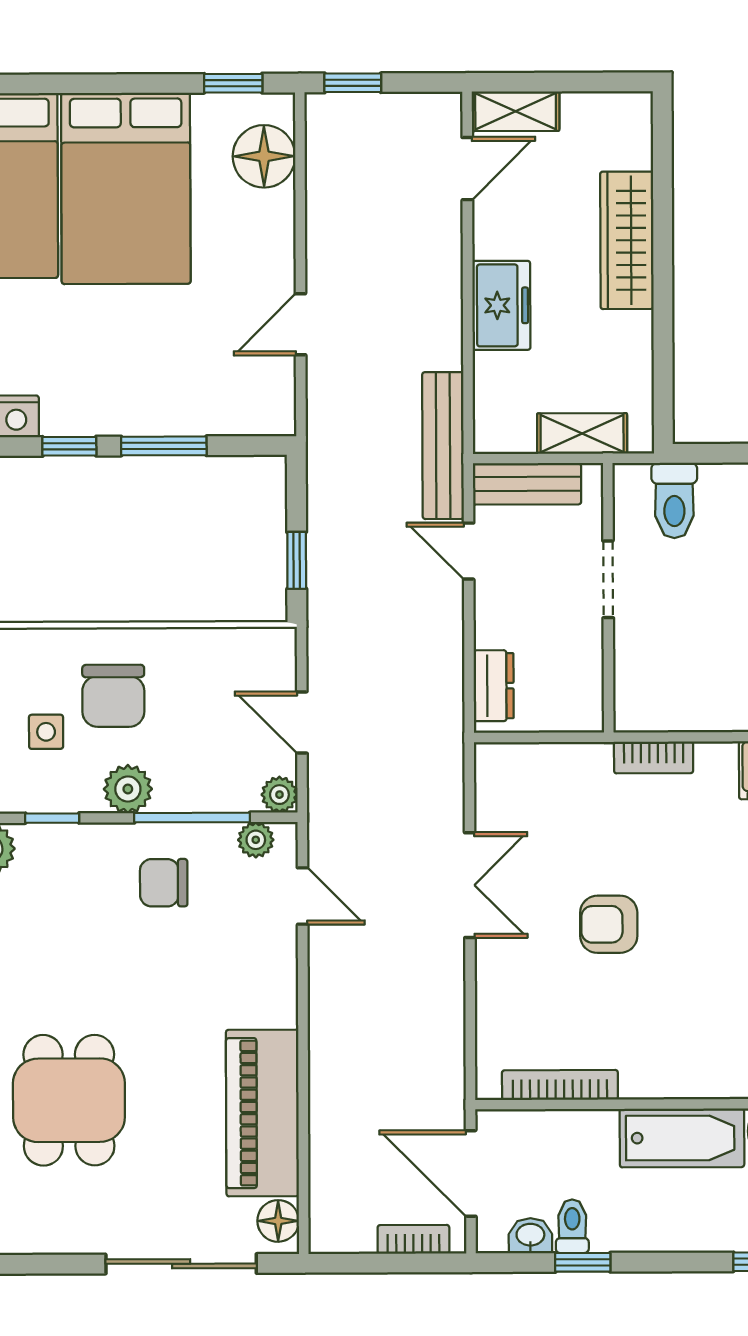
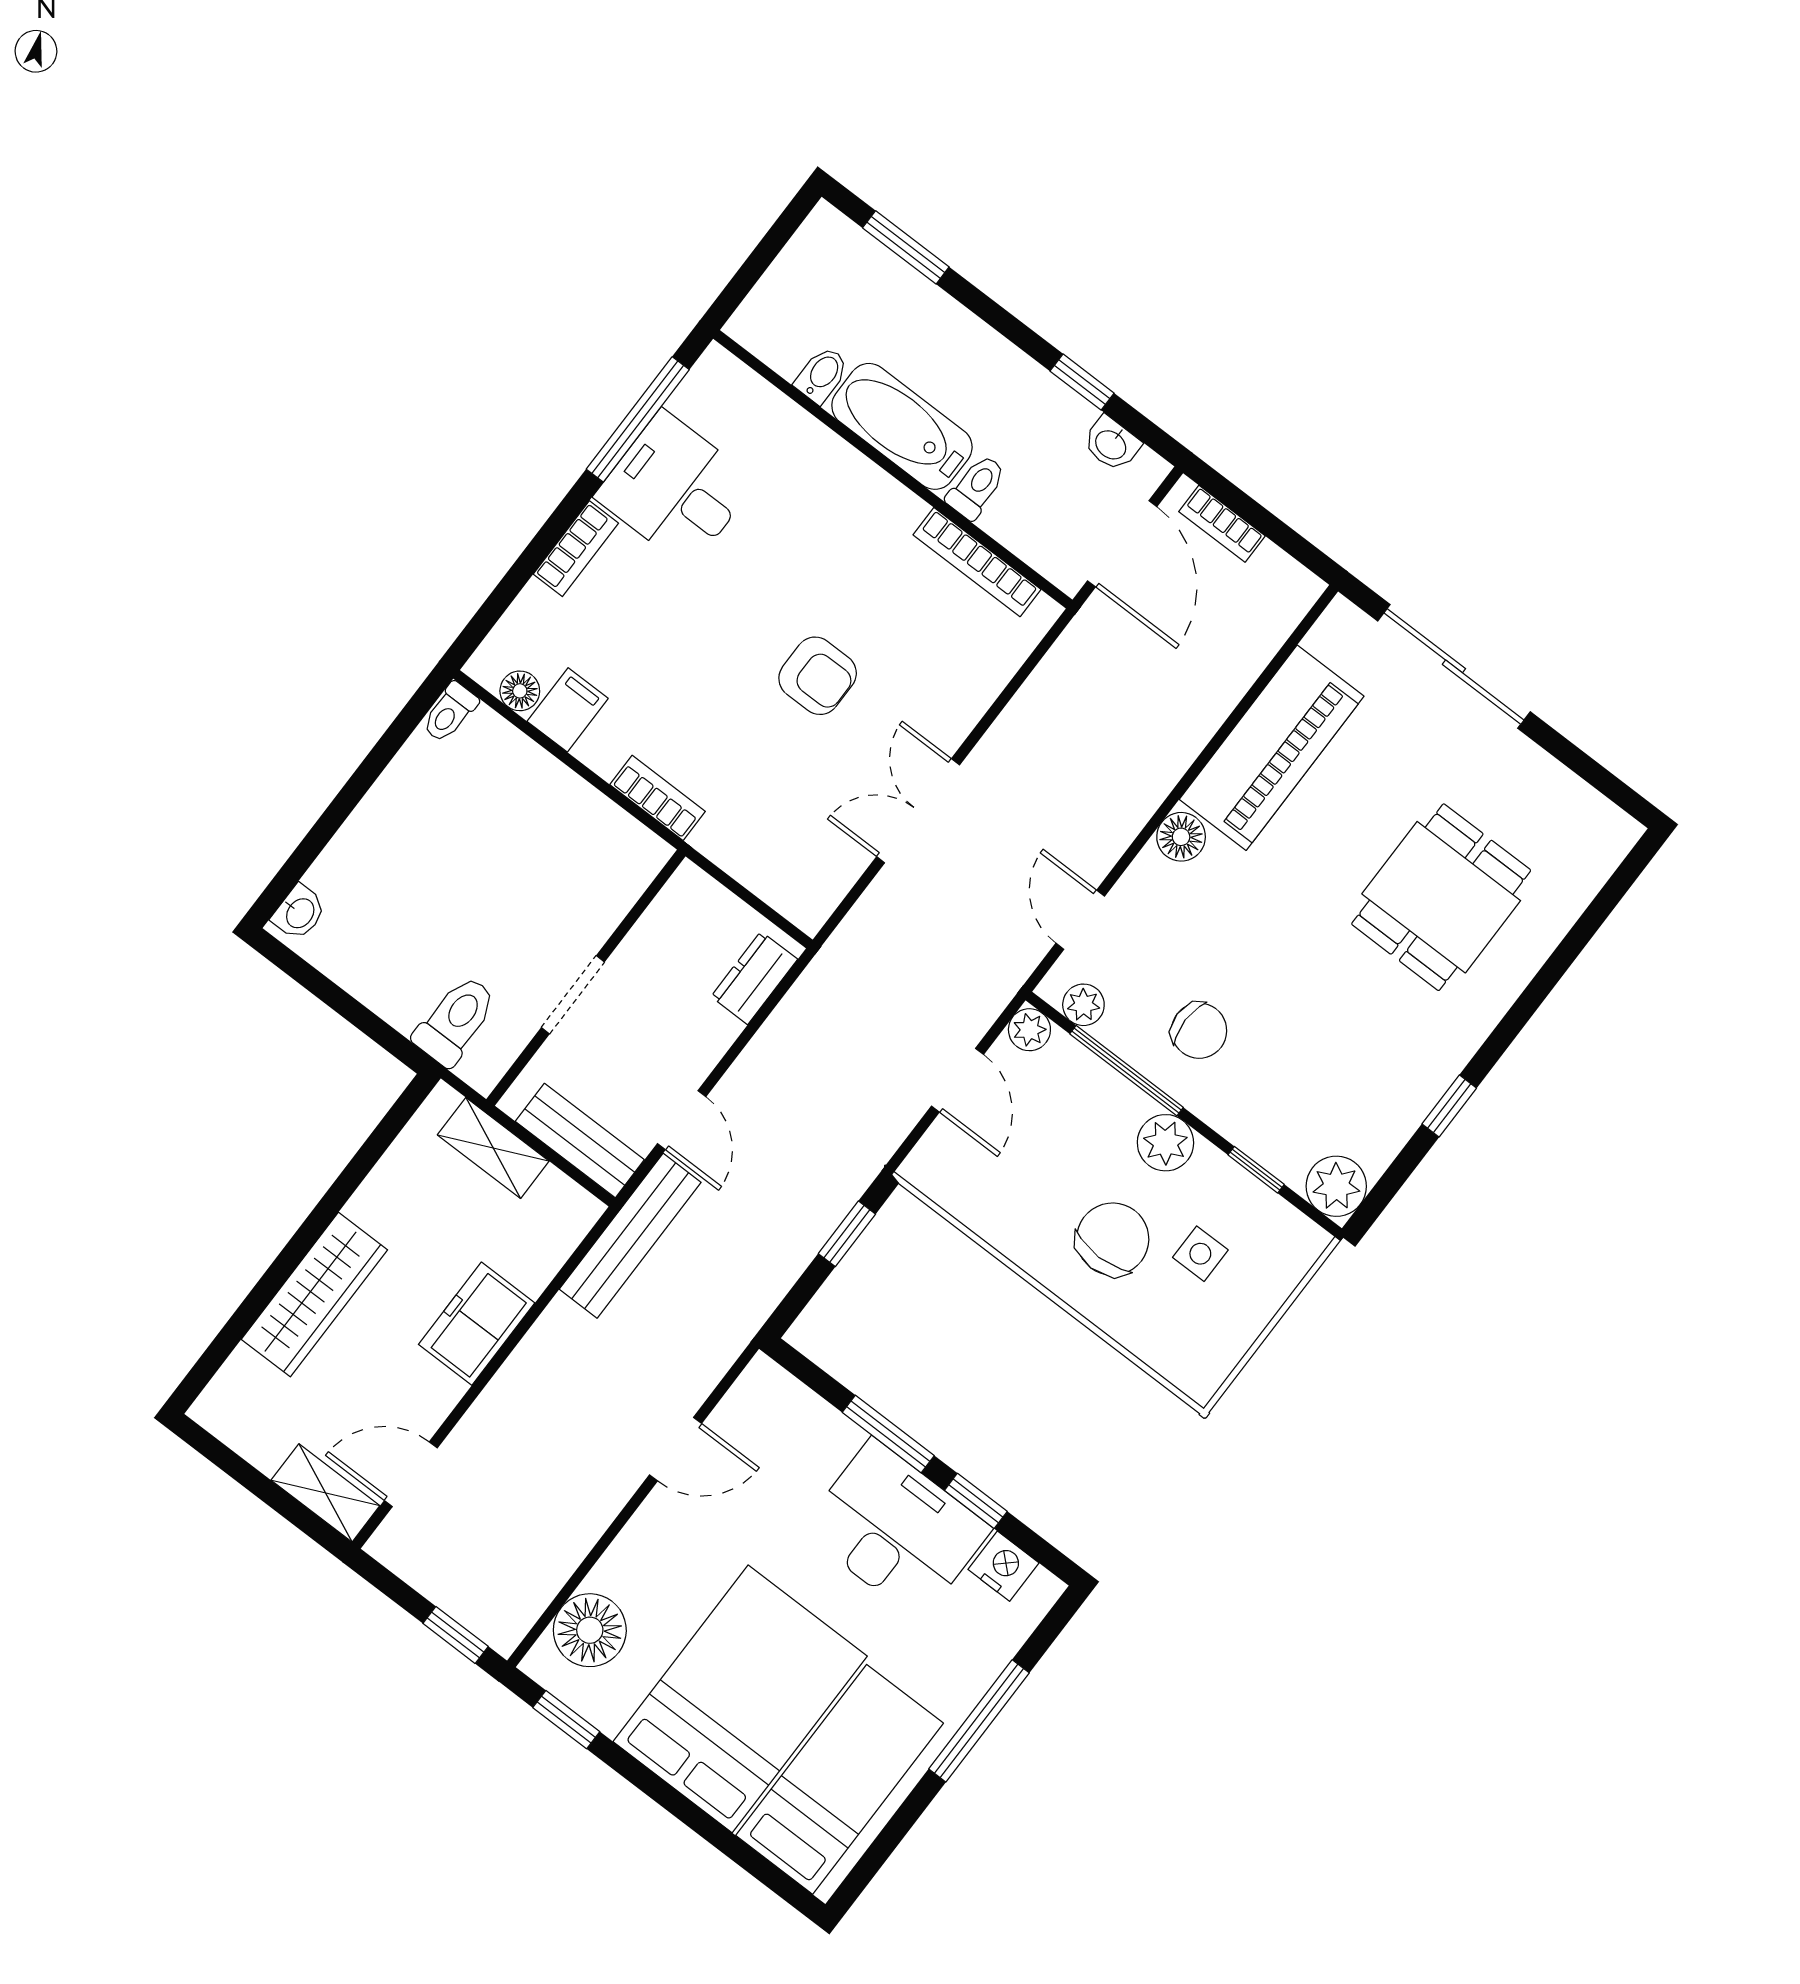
desk: (109, 385) -> (896, 1530), added
floor lamp: (278, 1221) -> (1181, 837), moved
toilet: (572, 1226) -> (976, 487), moved, turned 180

